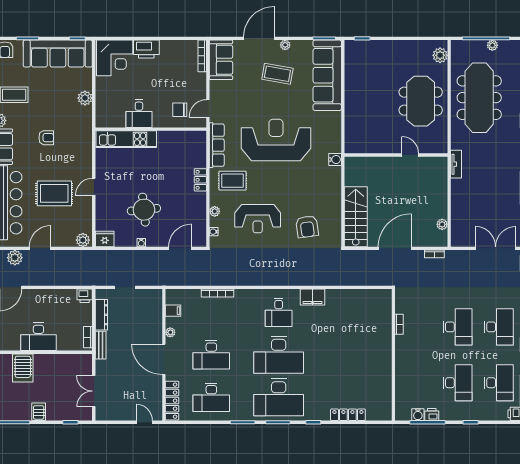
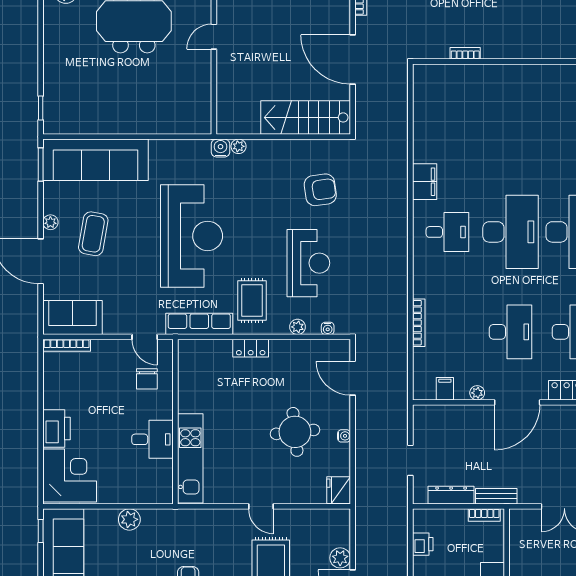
reception desk: (276, 140) -> (192, 236), turned 180
plant: (336, 172) -> (239, 146), added
plant: (83, 240) -> (340, 558), moved
printer: (85, 296) -> (423, 544), moved

